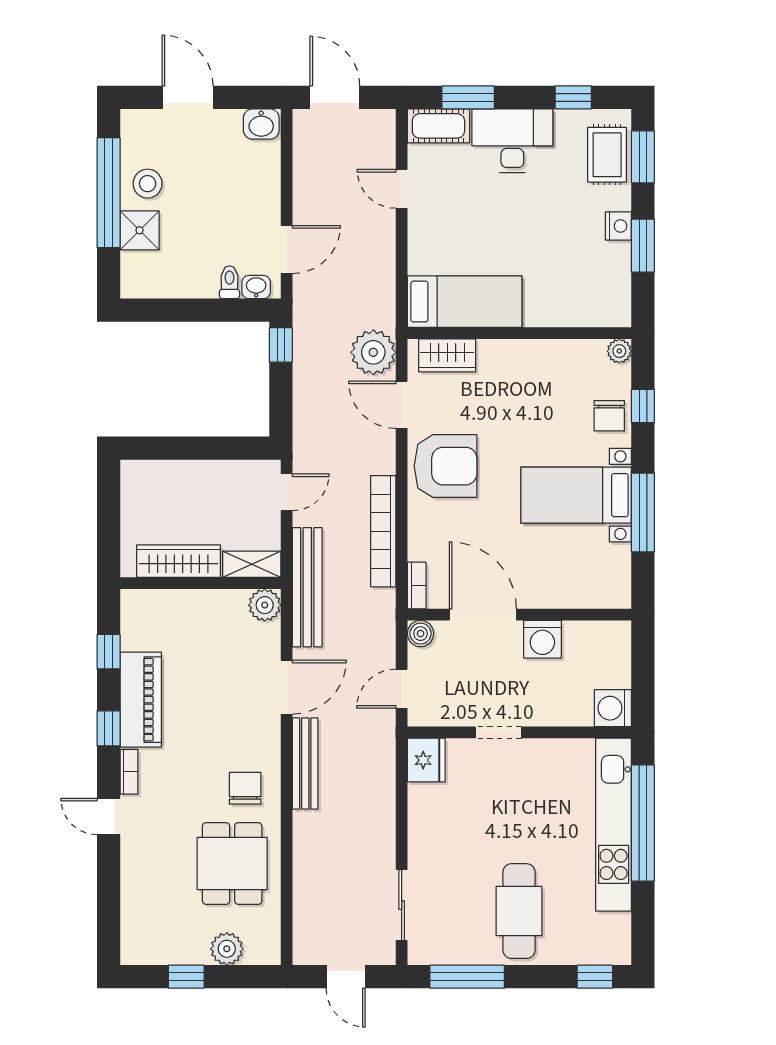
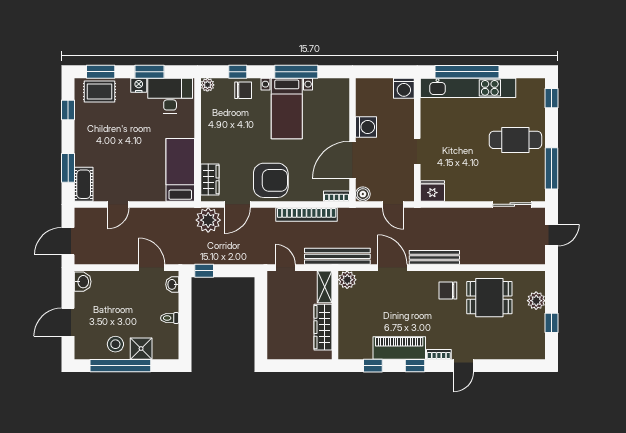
desk: (512, 141) -> (170, 96), moved, turned 90
toilet: (229, 282) -> (170, 318), moved
armchair: (446, 466) -> (271, 180), turned 90

